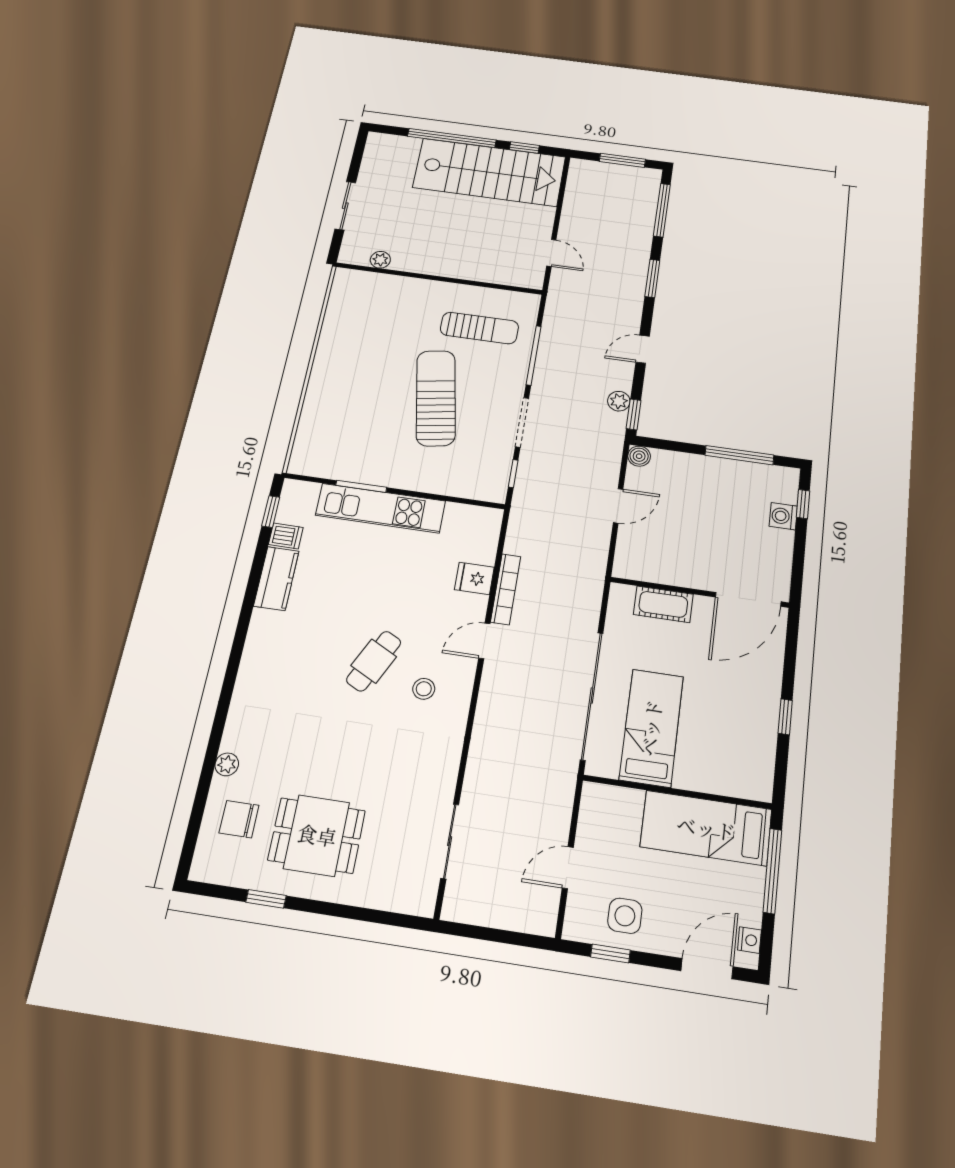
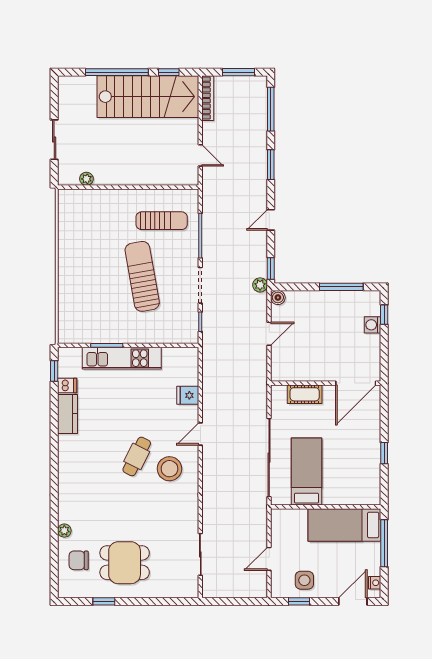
plant: (619, 401) -> (260, 285), moved
bookcase: (506, 589) -> (208, 98), moved
stool: (424, 689) -> (169, 469), width x1.89, depth x1.89

